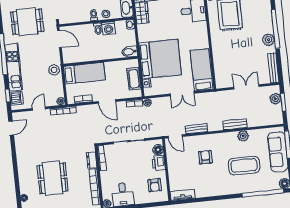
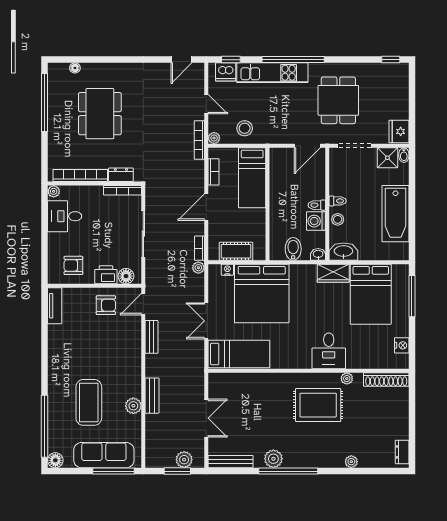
bidet: (130, 52) -> (293, 249), moved
stool: (54, 70) -> (245, 128), moved
door: (11, 128) -> (181, 60), hinge flipped
armchair: (205, 157) -> (106, 305), moved
dining table: (53, 178) -> (100, 114), turned 90

